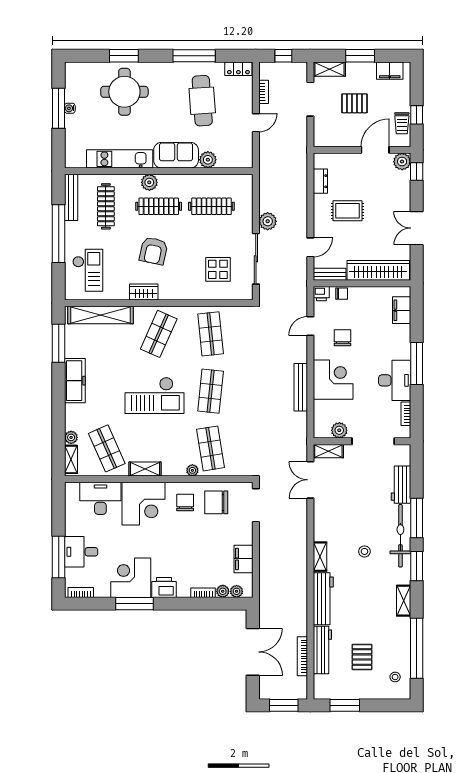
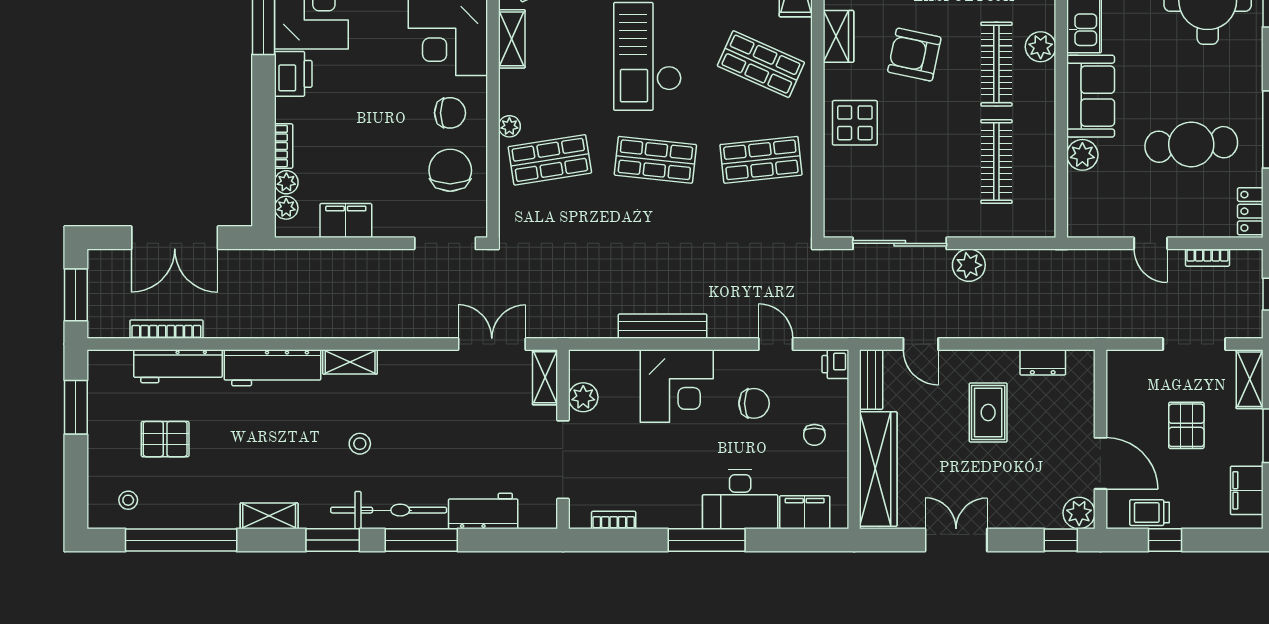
display table: (218, 269) -> (855, 123), moved
chair: (342, 294) -> (814, 435), moved
desk: (395, 380) -> (740, 499), moved

